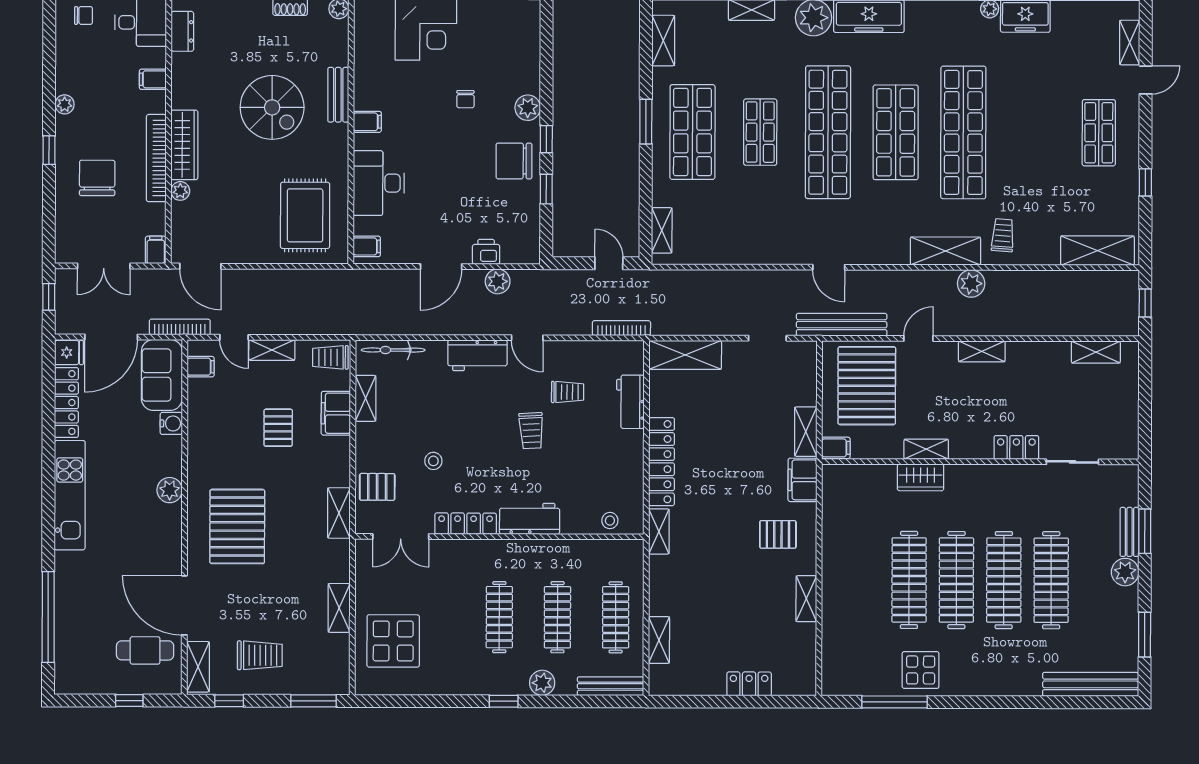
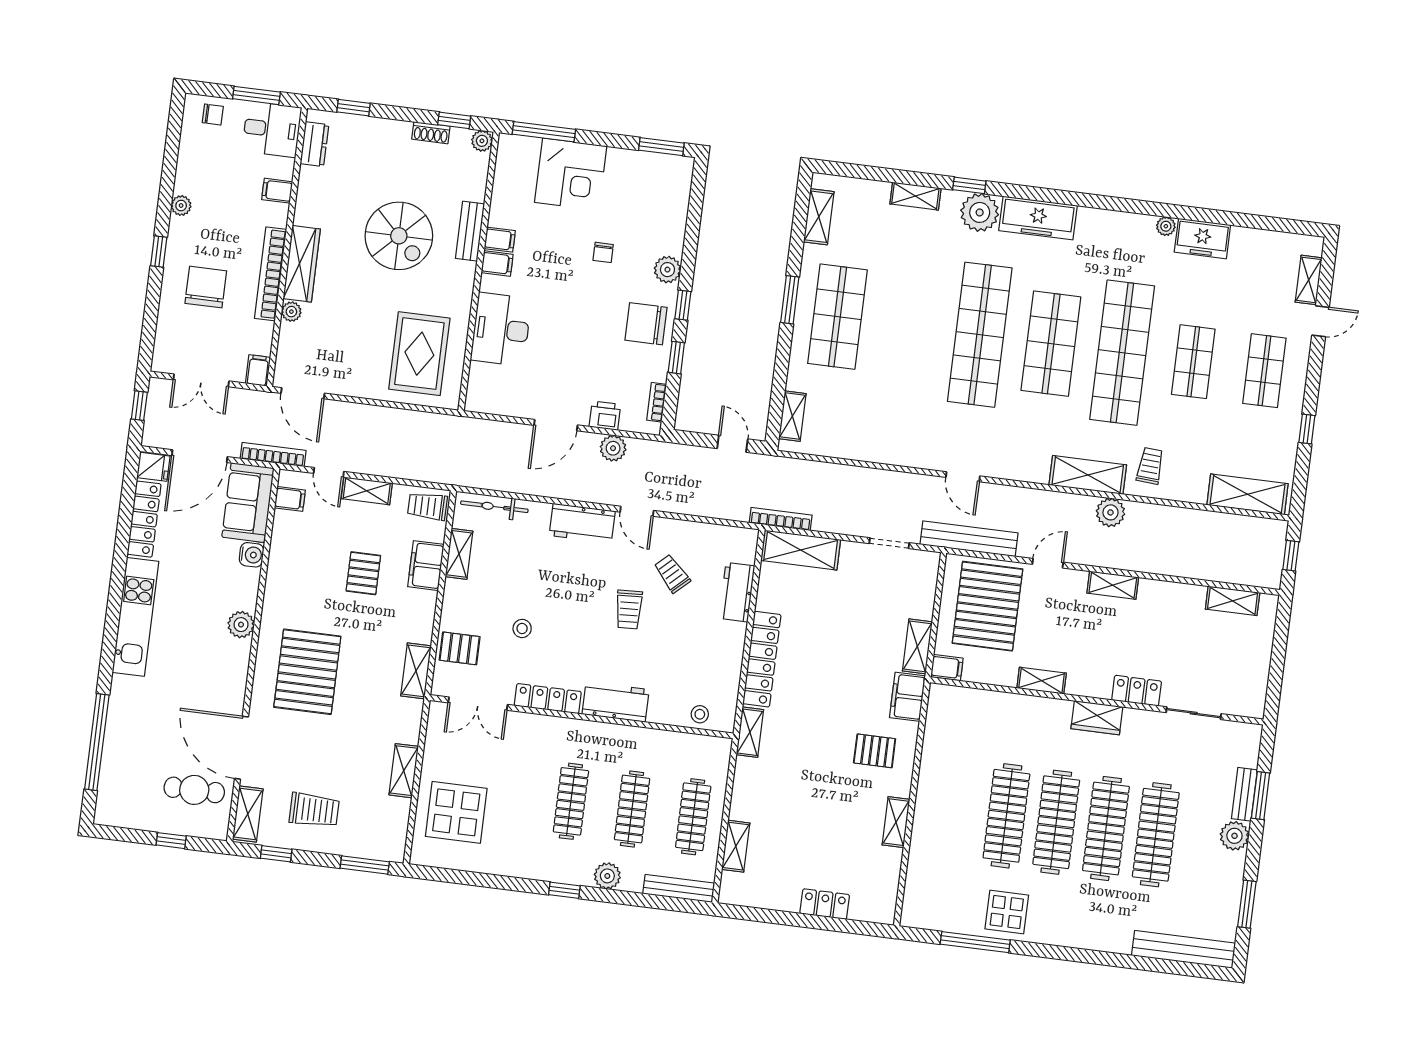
shop shelf: (760, 132) -> (1193, 362), moved
bookcase: (533, 233) -> (657, 402), added
filing cabinet: (367, 246) -> (500, 240), moved
bookcase: (621, 328) -> (781, 519), moved
trolley: (568, 392) -> (672, 574), turned -133
wardrobe: (921, 477) -> (1097, 718), moved

